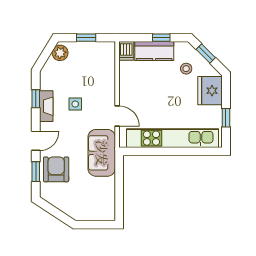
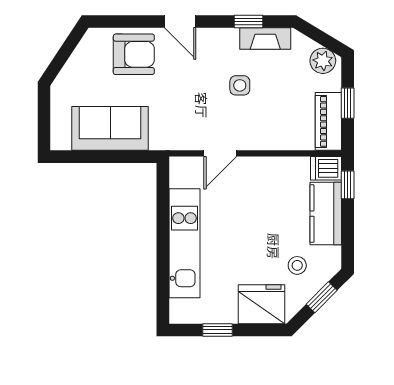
window: (161, 38) -> (348, 185), moved
piano: (97, 49) -> (328, 121), added
fireplace: (46, 106) -> (265, 38), moved
kitchen unit: (173, 138) -> (184, 243), width x0.73
sofa: (102, 153) -> (110, 128), moved
window: (36, 172) -> (130, 21), removed

